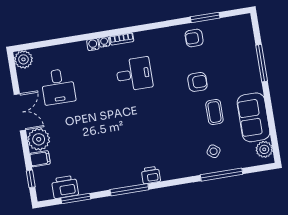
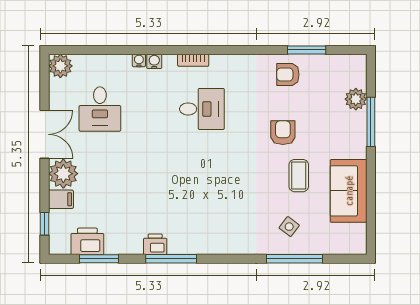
water cooler: (104, 42) -> (139, 60), moved
armchair: (197, 82) -> (283, 133), turned -90
plant: (264, 149) -> (356, 99), moved
printer: (151, 175) -> (155, 244), moved

